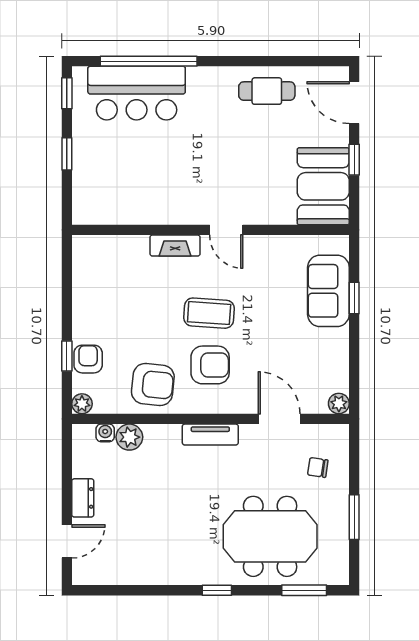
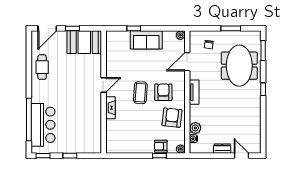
sofa: (328, 291) -> (146, 40), moved

